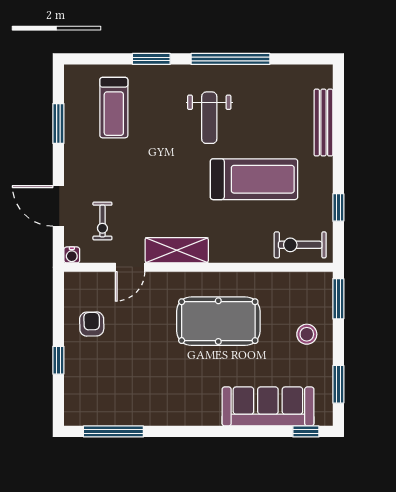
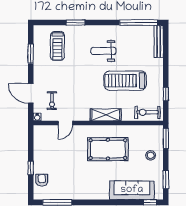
window: (230, 59) -> (139, 23), moved
weight bench: (209, 118) -> (104, 51), turned 90
bench: (323, 123) -> (159, 41), moved
treadmill: (254, 179) -> (125, 81), turned 180
shelving: (177, 250) -> (106, 115), moved
armchair: (92, 324) -> (42, 180), moved

